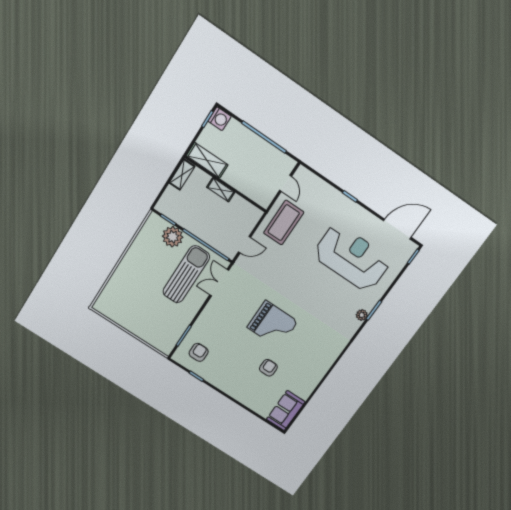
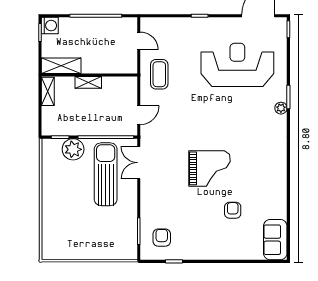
coffee table: (284, 223) -> (159, 74), width x0.73, depth x0.76

